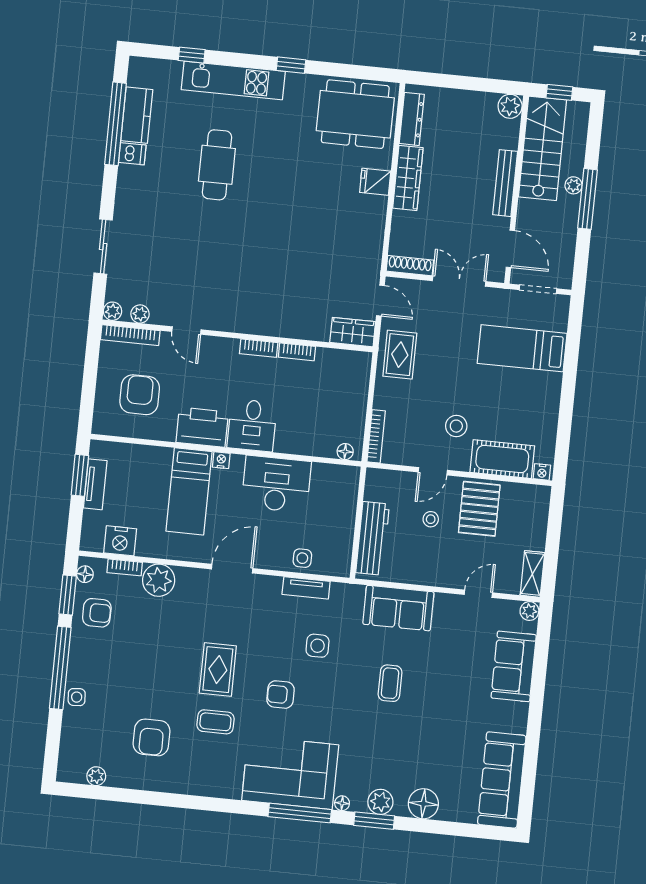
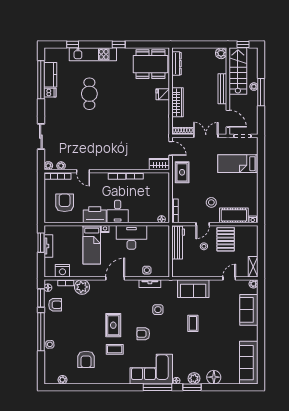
wardrobe: (408, 178) -> (178, 102), moved
workbench: (373, 538) -> (178, 243), moved

